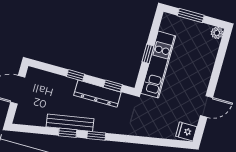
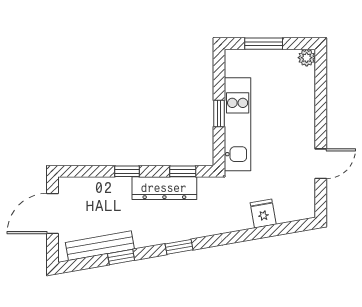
bench: (70, 123) -> (100, 246), moved
fridge: (186, 131) -> (263, 213), moved, turned 80
window: (68, 133) -> (121, 257), moved

